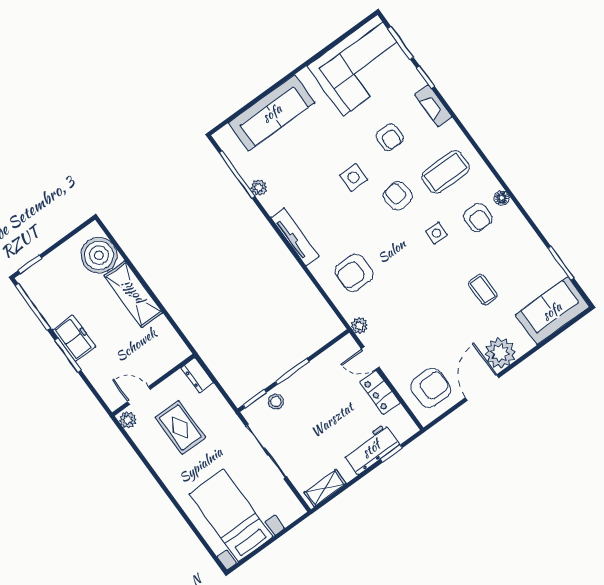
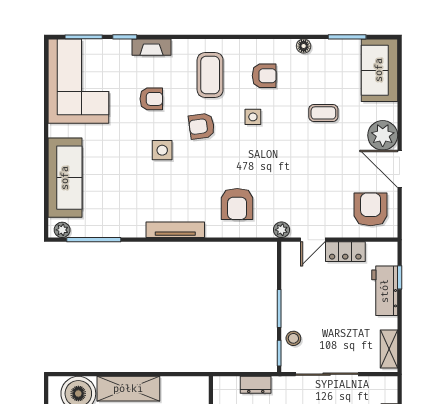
plant: (259, 188) -> (62, 230), moved
floor lamp: (502, 198) -> (304, 46), moved
dresser: (197, 375) -> (256, 385), moved

